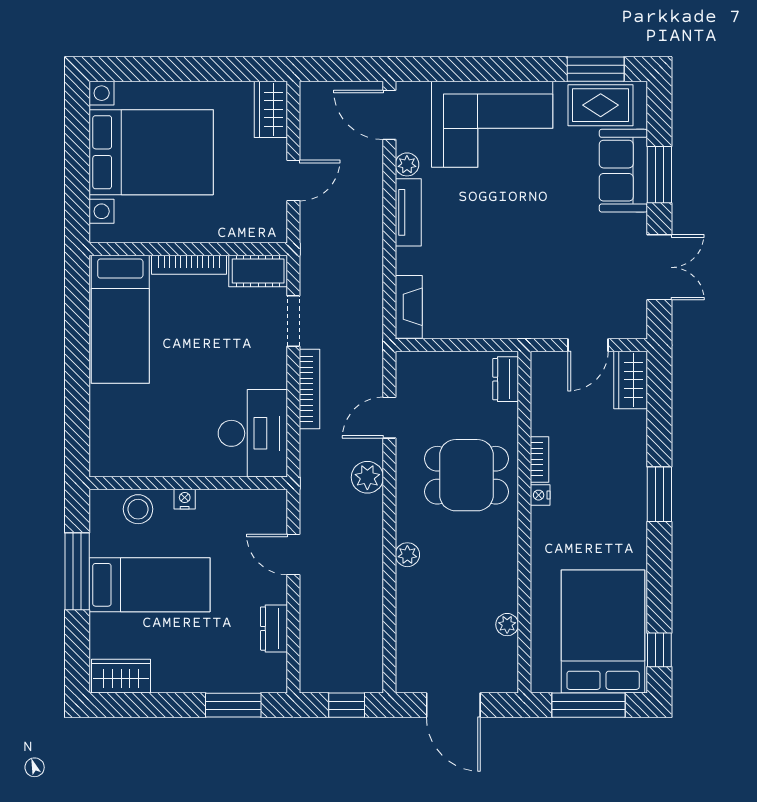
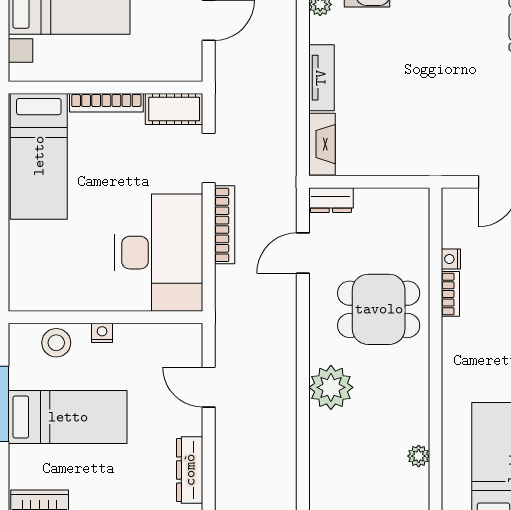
tv unit: (408, 212) -> (321, 78), moved
dresser: (506, 379) -> (331, 200), moved, turned -90
desk: (253, 433) -> (159, 253), width x1.36, depth x1.30
plant: (367, 477) -> (281, 311), removed
nightstand: (540, 495) -> (451, 259), moved
plant: (407, 555) -> (331, 387), width x1.87, depth x1.87
dresser: (274, 629) -> (190, 470), width x1.44

